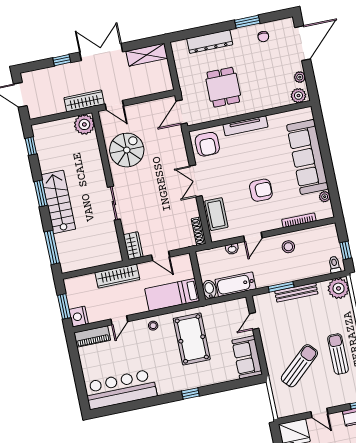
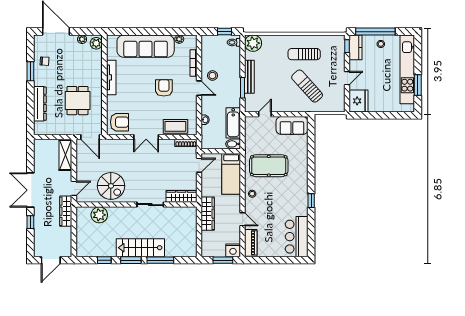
shelving: (147, 55) -> (65, 155), moved
dining table: (223, 87) -> (78, 101), turned 90
plant: (84, 124) -> (99, 215), moved
tv unit: (245, 126) -> (111, 77), moved
window: (31, 146) -> (104, 260), moved
spiral stairs: (127, 150) -> (111, 186), turned 180
door: (253, 237) -> (199, 88), moved
wardrobe: (133, 246) -> (181, 196), width x1.50
window: (52, 247) -> (160, 260), moved
door: (161, 256) -> (199, 165), moved
door: (254, 321) -> (265, 114), swing flipped
bar counter: (121, 389) -> (297, 237), width x0.73
window: (190, 393) -> (311, 201), moved

